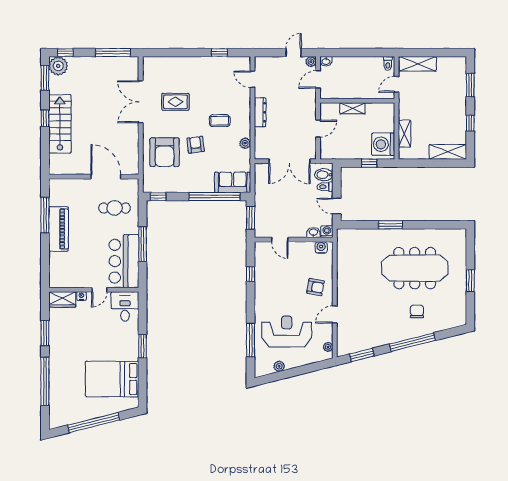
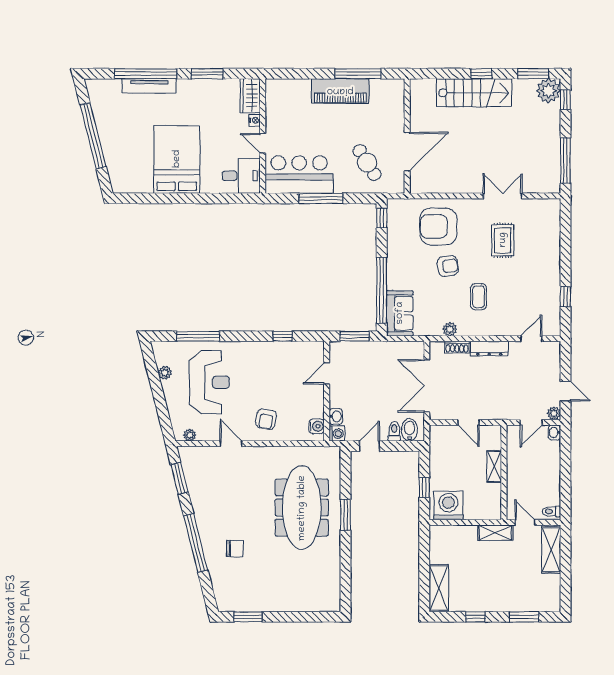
door: (318, 79) -> (531, 422), swing flipped
double door: (141, 102) -> (503, 196), width x0.73
shelving: (404, 134) -> (495, 533), moved
shoe rack: (259, 138) -> (457, 347), added
cafe table: (115, 208) -> (367, 163), turned -32
meeting table: (415, 268) -> (302, 508), moved
window: (470, 281) -> (248, 617), moved
window: (143, 346) -> (191, 198), removed
tv unit: (54, 379) -> (149, 86), added
bed: (112, 379) -> (177, 159), moved

